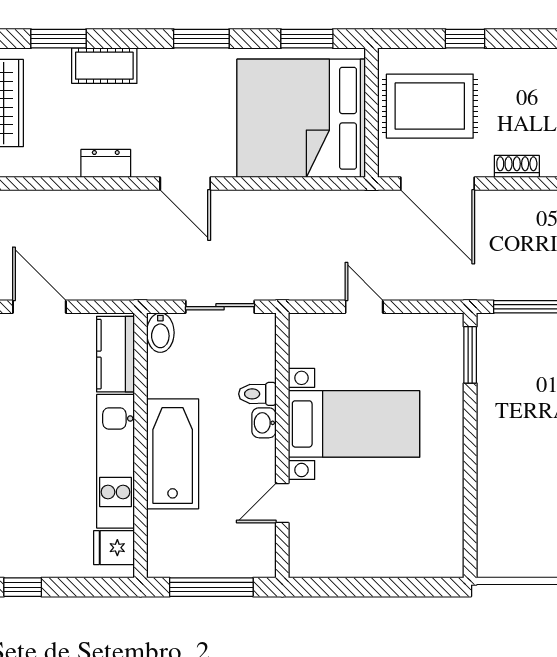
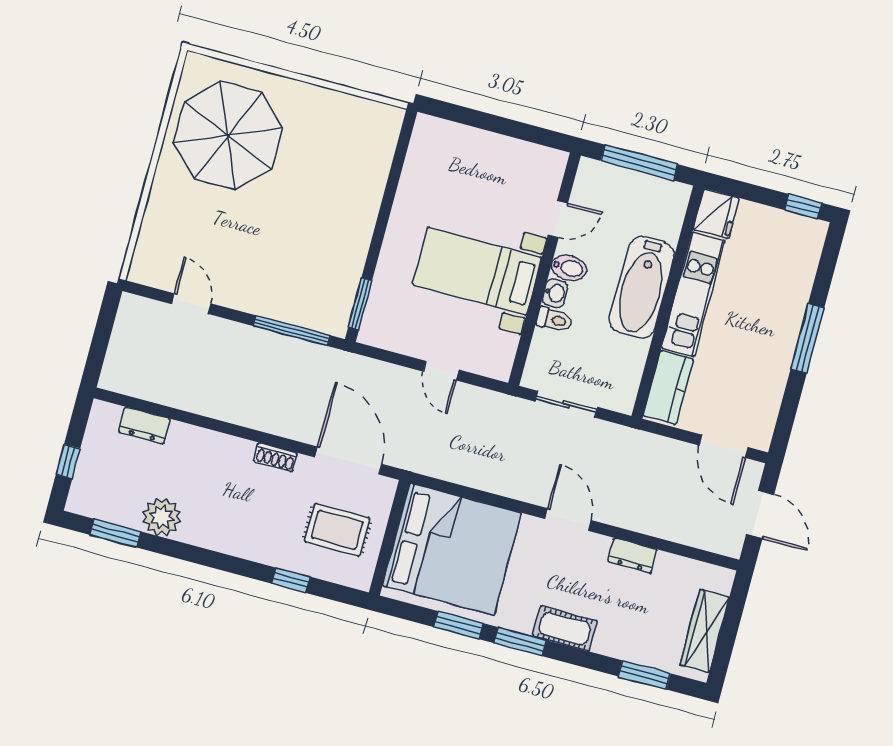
window: (307, 39) -> (458, 625), moved
cot: (104, 66) -> (565, 628), moved
rug: (430, 106) -> (337, 530), width x0.73, depth x0.70
bidet: (160, 333) -> (569, 268), moved, turned 90
fridge: (114, 548) -> (716, 214), width x1.38

